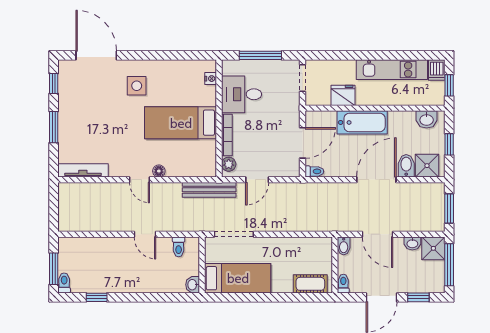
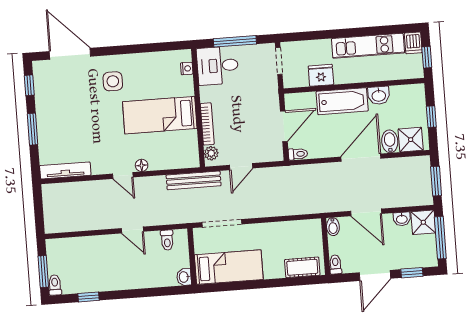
desk: (242, 94) -> (218, 66), moved
washbasin: (427, 119) -> (379, 95), moved

